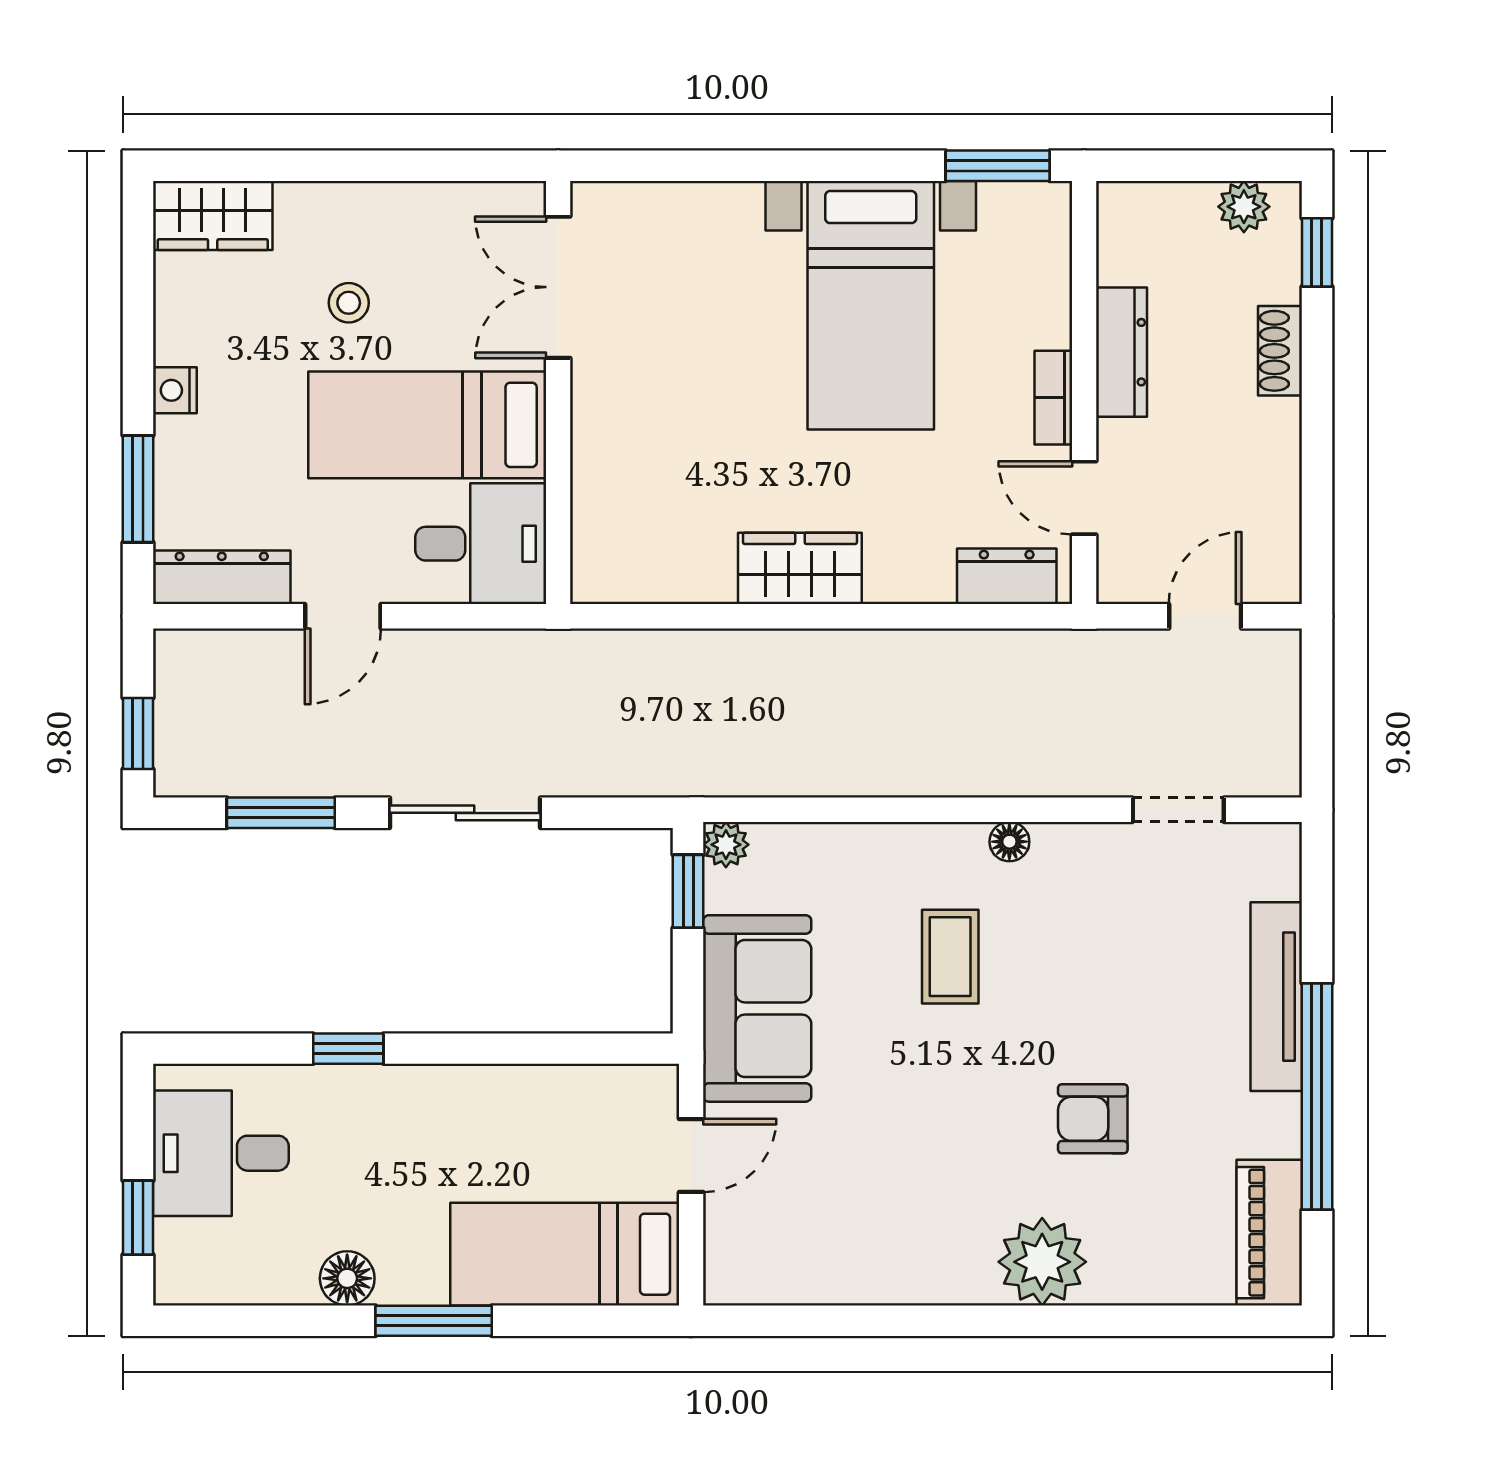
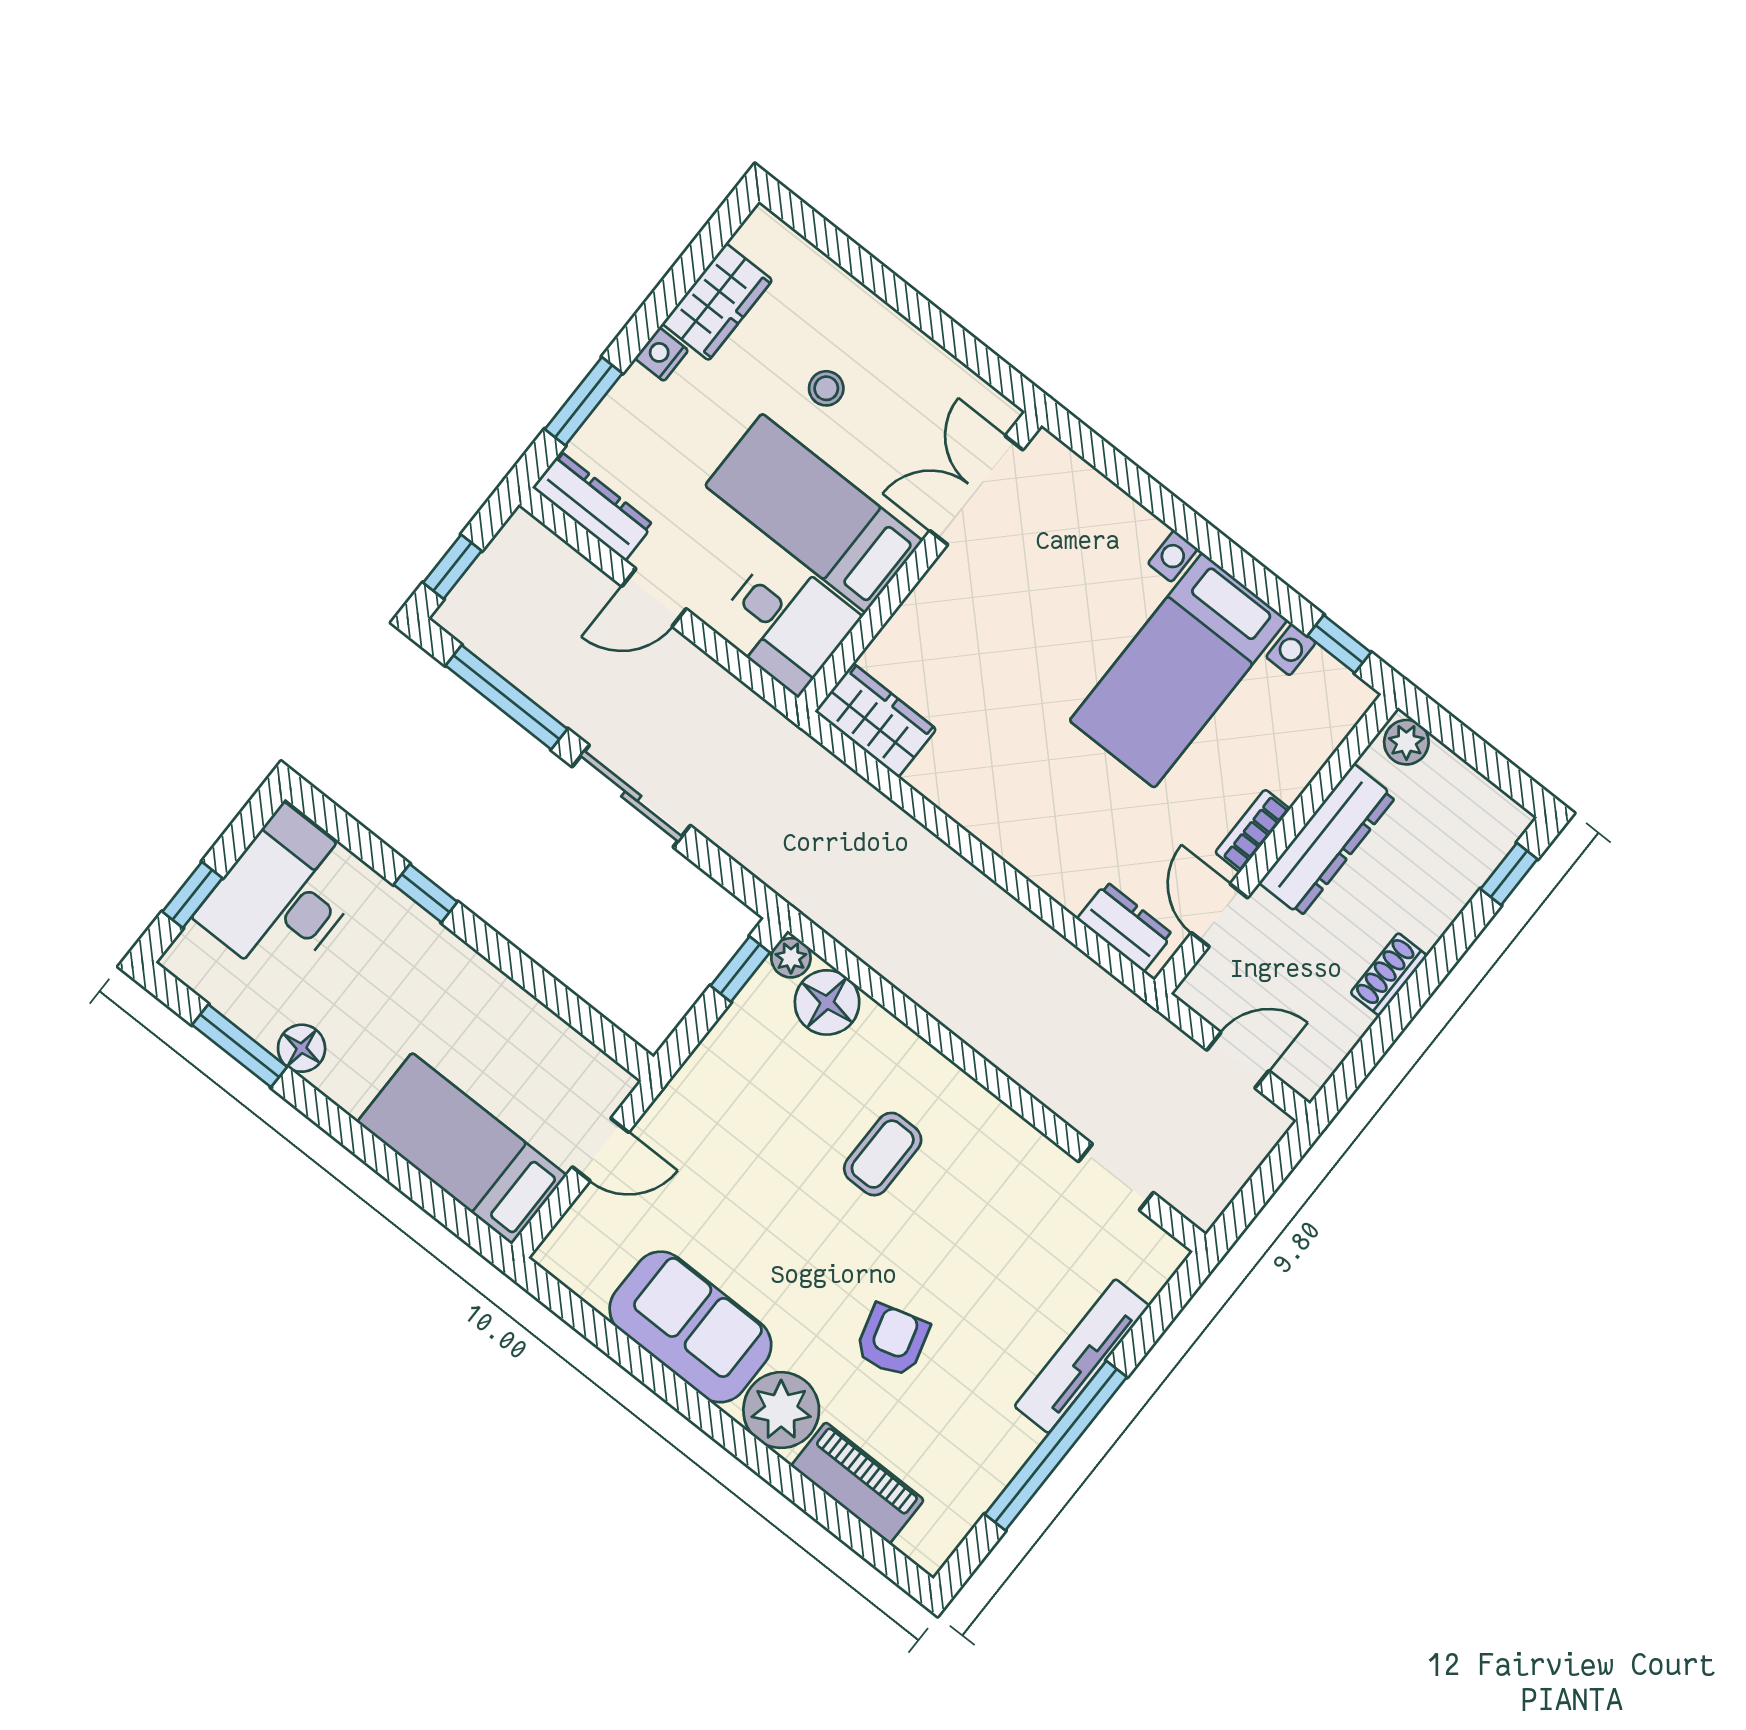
window: (998, 166) -> (1339, 644), width x0.67
plant: (1244, 207) -> (1406, 742), moved
wardrobe: (213, 216) -> (717, 302), moved, turned -90
shoe rack: (1280, 351) -> (1389, 974), moved
dresser: (1122, 352) -> (1327, 840), width x1.37, depth x1.24
wardrobe: (800, 568) -> (875, 720), moved
window: (281, 813) -> (506, 697), width x1.44
floor lamp: (1009, 842) -> (827, 1002), moved, width x1.89, depth x1.89
sofa: (757, 1008) -> (690, 1327), moved, turned -90
armchair: (1093, 1119) -> (892, 1340), turned 74
desk: (221, 1153) -> (283, 896), width x1.37
piano: (1269, 1233) -> (857, 1483), moved, turned 90
window: (434, 1321) -> (240, 1046), moved

